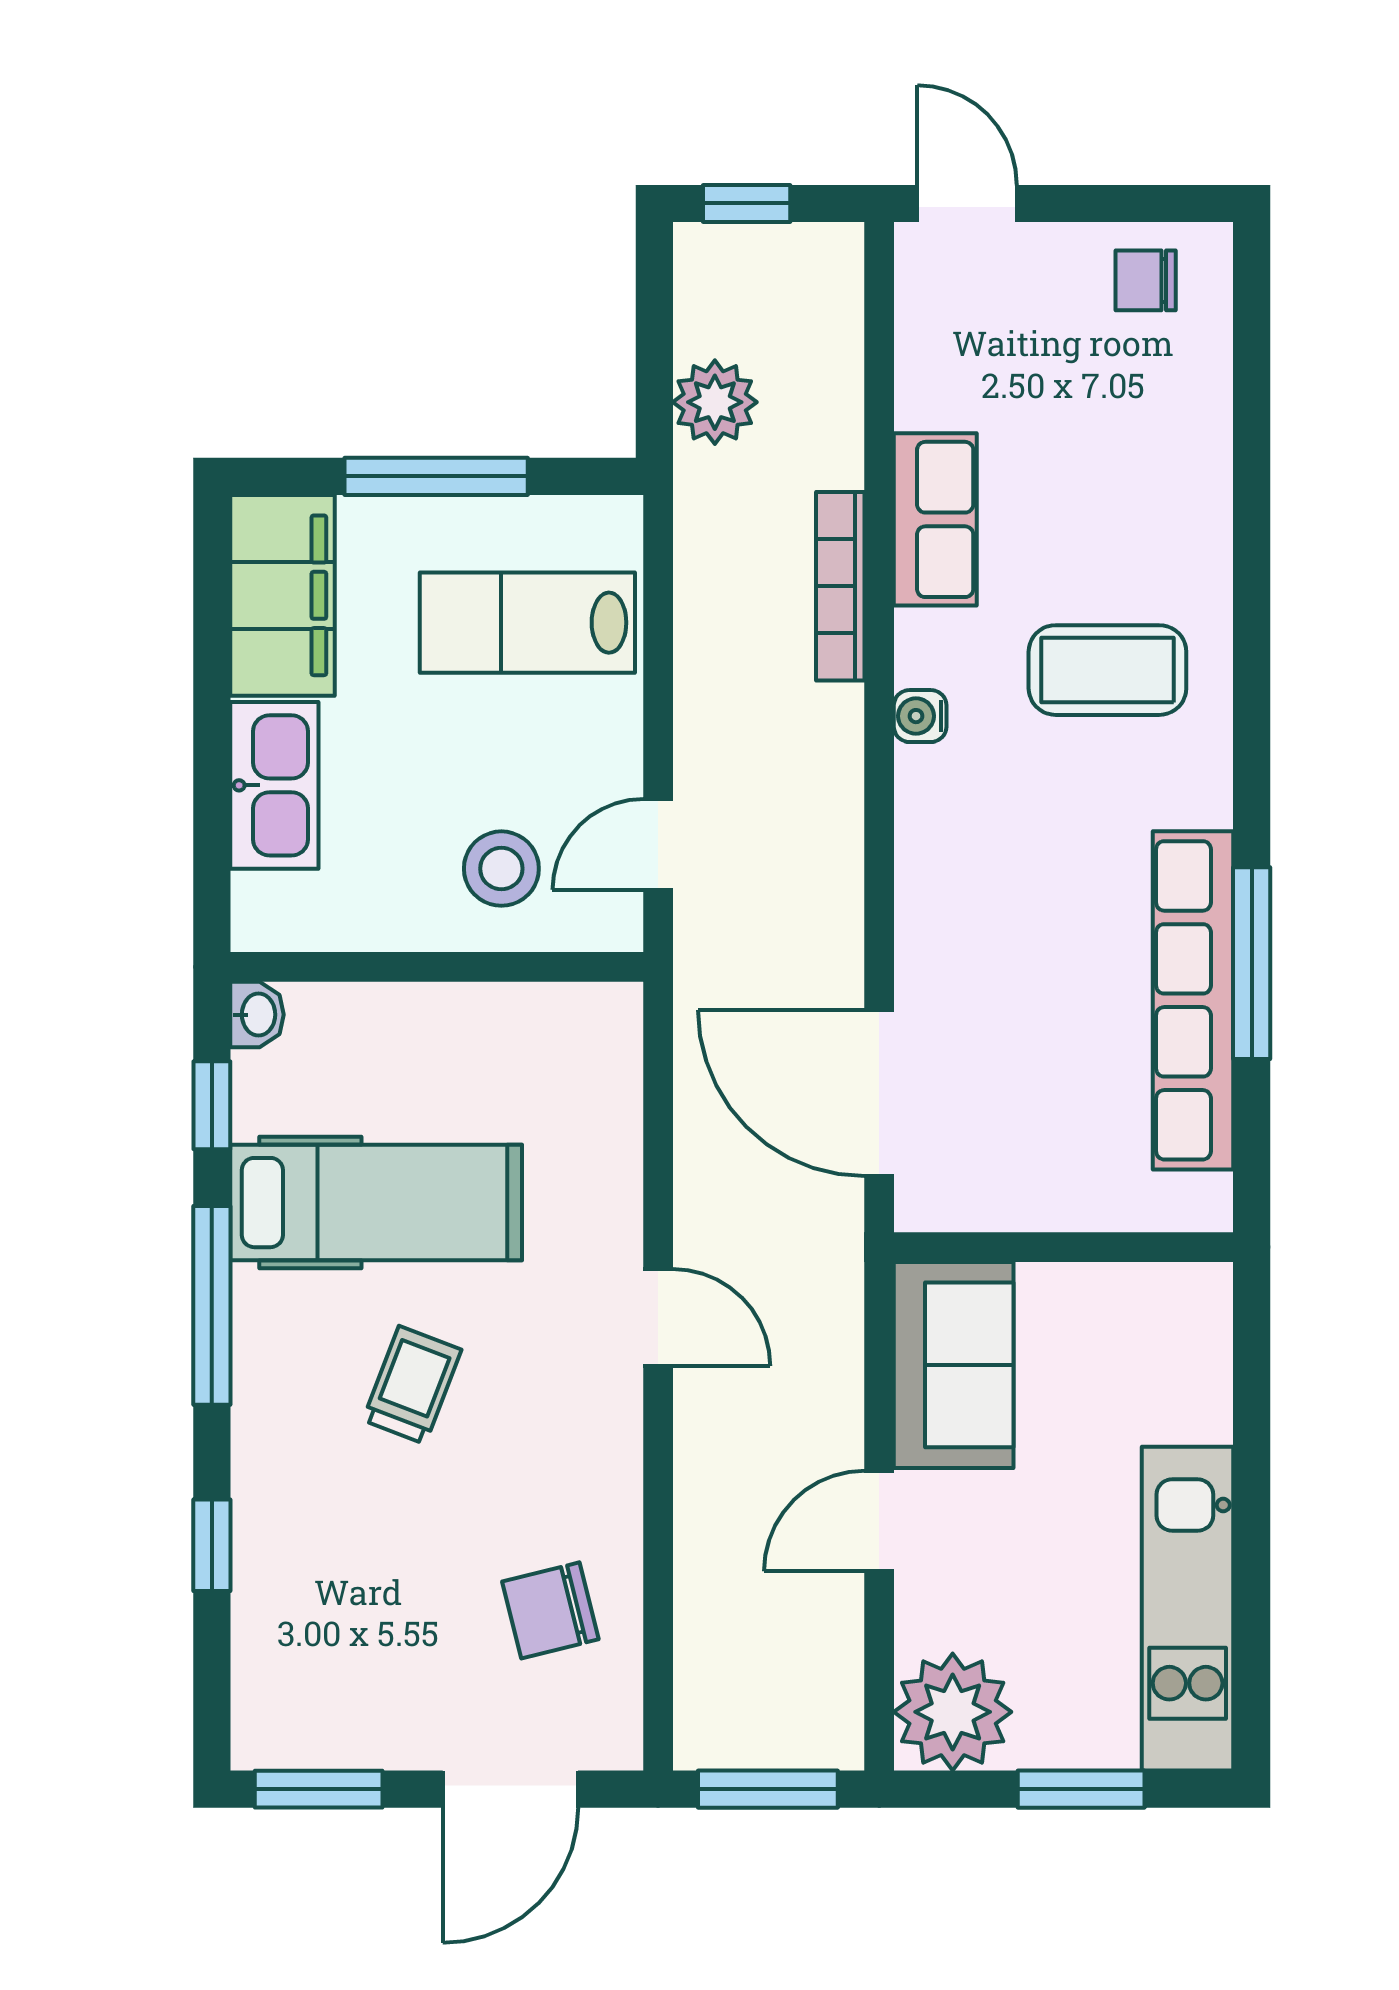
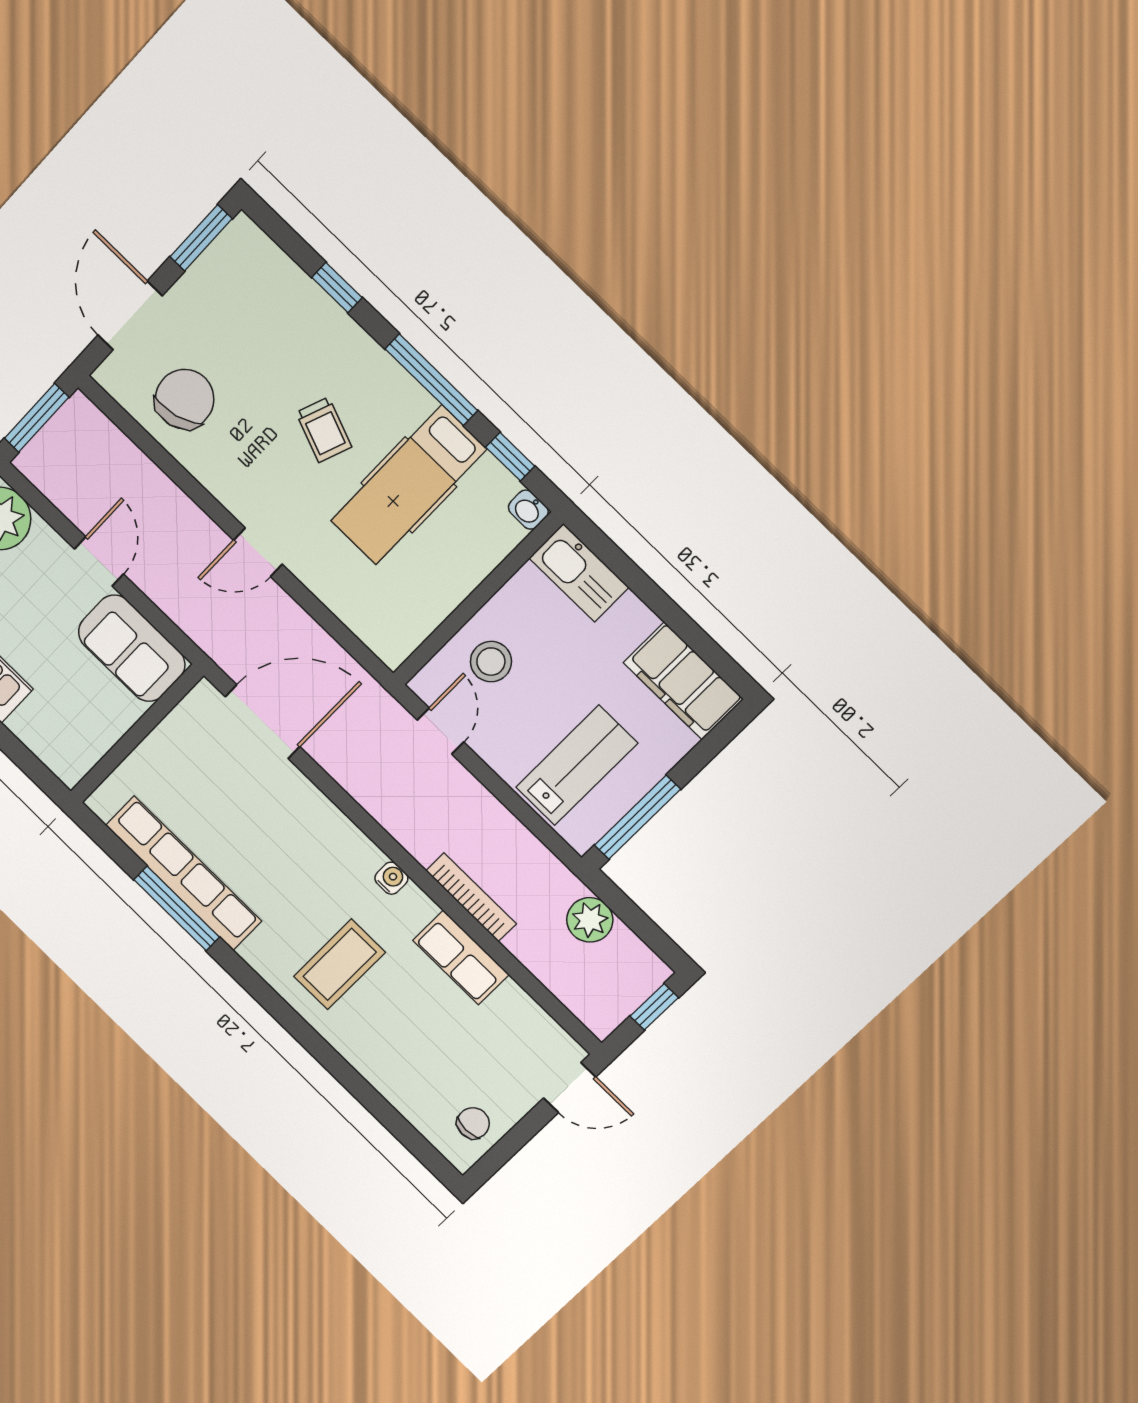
window: (436, 476) -> (637, 817), moved
kitchen sink: (274, 785) -> (579, 573), moved
chair: (550, 1610) -> (185, 399), width x1.37, depth x1.37

